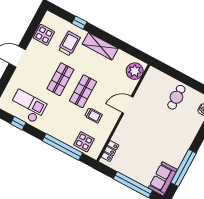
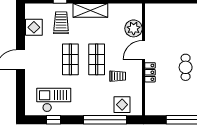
plant: (135, 71) -> (134, 28), moved
cafe table: (176, 97) -> (186, 67), moved
locker: (110, 151) -> (150, 72), moved

